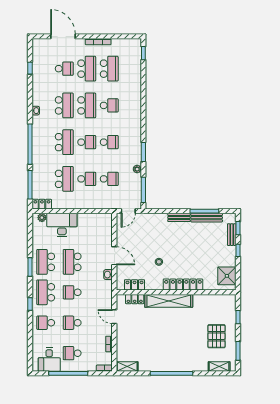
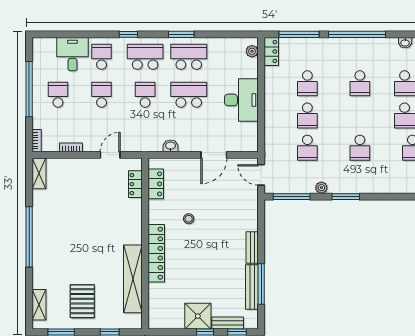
school desk: (64, 142) -> (360, 83), width x0.54
school desk: (87, 142) -> (360, 116), removed
school desk: (64, 179) -> (307, 83), width x0.54
desk: (62, 225) -> (241, 100), moved
door: (114, 256) -> (214, 155), moved
shower: (227, 276) -> (198, 316), moved
shelving: (169, 301) -> (133, 279), moved
pallet: (216, 336) -> (82, 301), turned 90
desk: (49, 360) -> (72, 54), moved, turned 90

